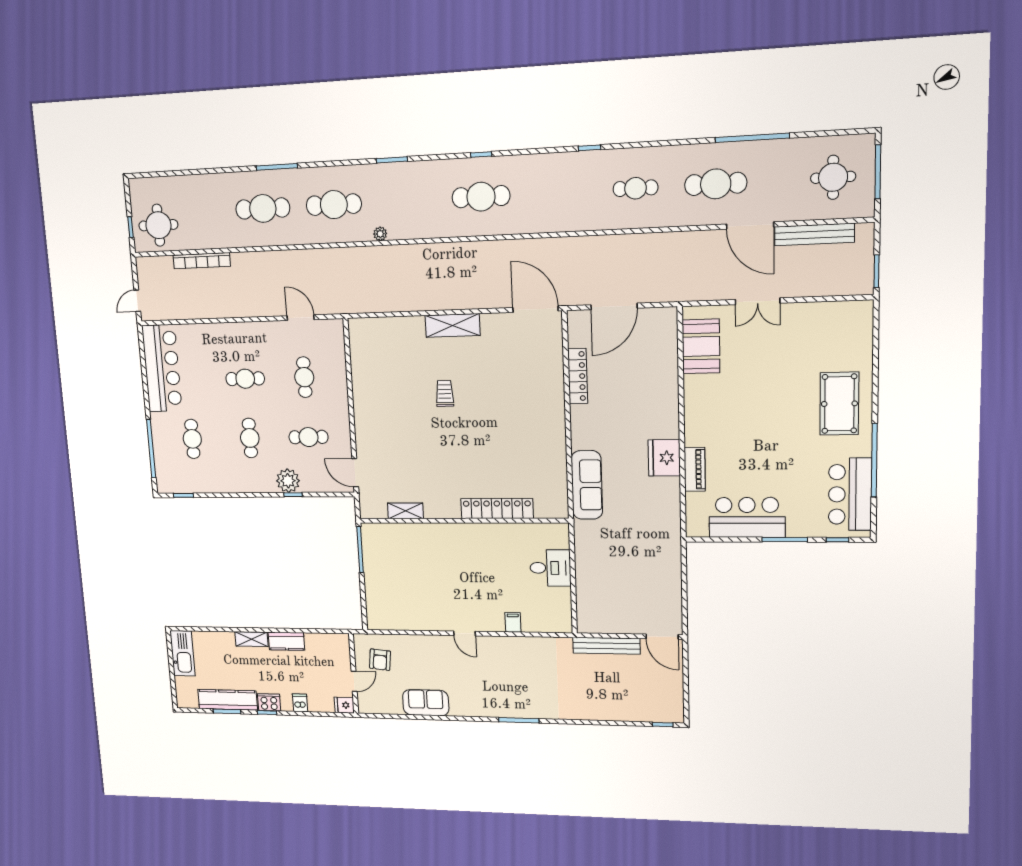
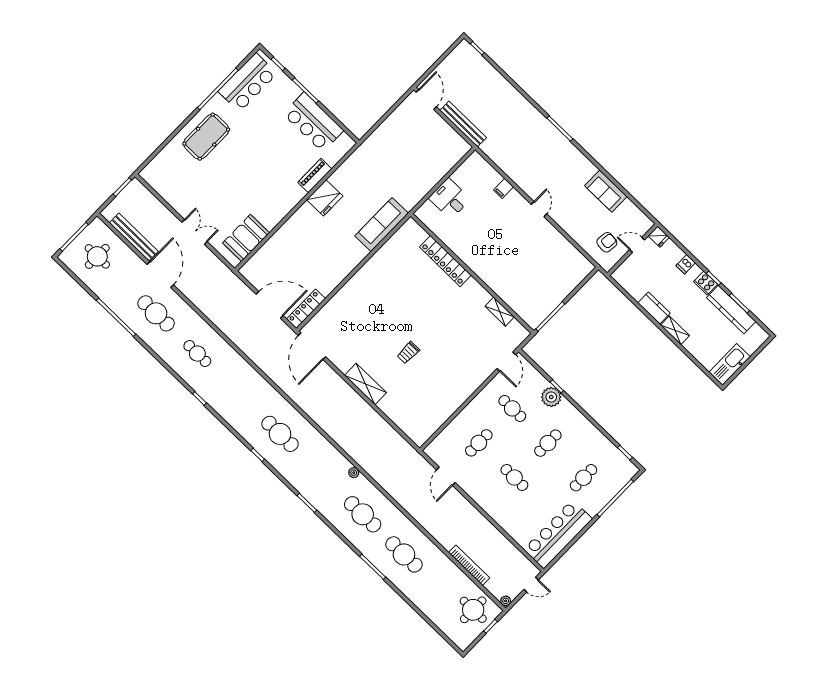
plant: (142, 263) -> (506, 601), added
locker: (578, 376) -> (306, 309), moved

